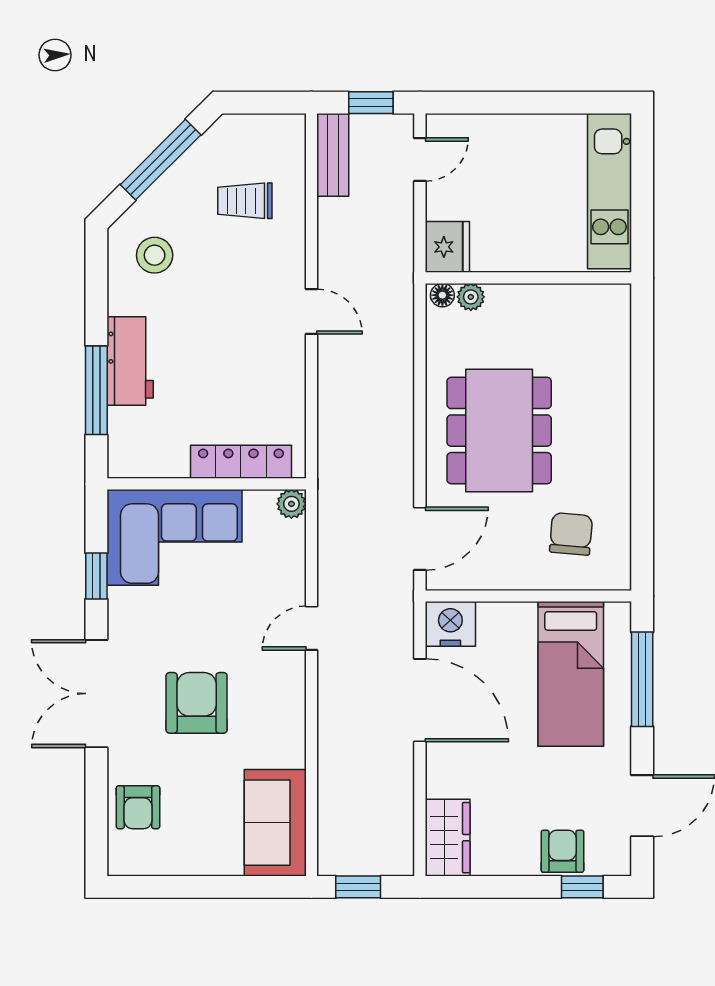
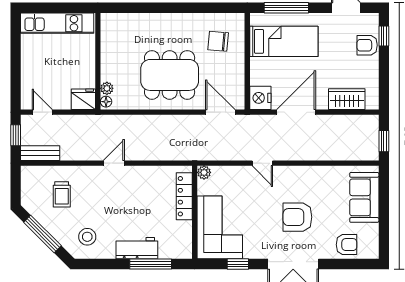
sofa: (275, 823) -> (364, 197), moved, turned 90
wardrobe: (448, 838) -> (347, 99), moved

